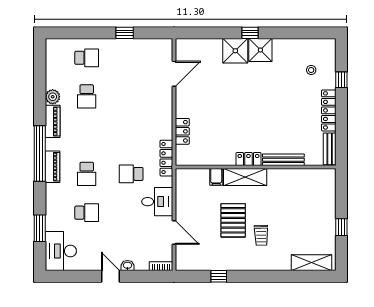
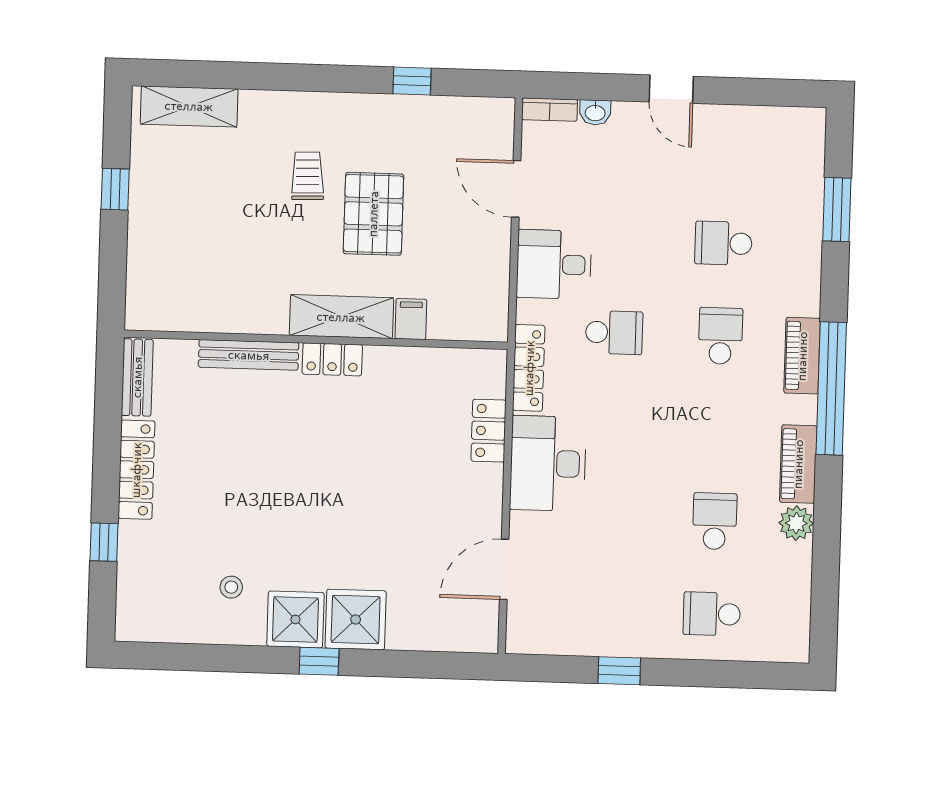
stool: (311, 70) -> (231, 587), moved
desk: (61, 251) -> (548, 463), moved, turned 180
washbasin: (128, 266) -> (595, 112), moved

